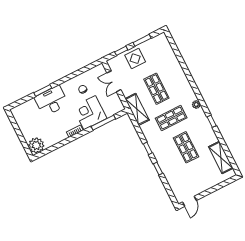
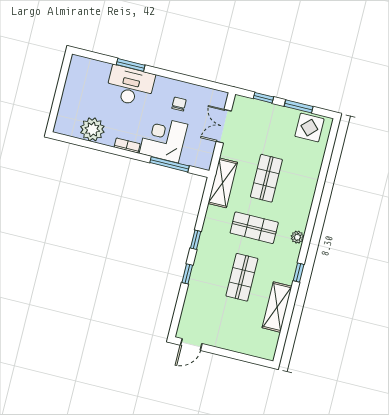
display table: (135, 59) -> (309, 128), moved
plant: (36, 145) -> (92, 129), moved
shelving: (221, 157) -> (277, 307), moved

